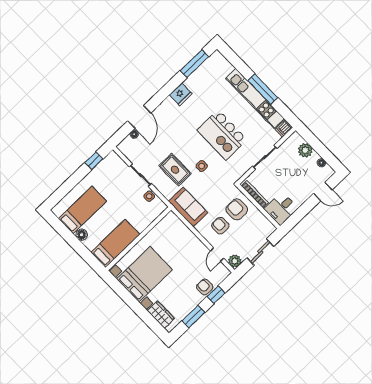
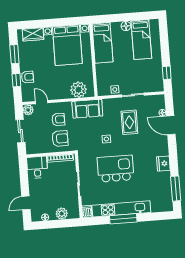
rug: (175, 170) -> (129, 122), moved, turned 90
plant: (177, 230) -> (78, 90), added

